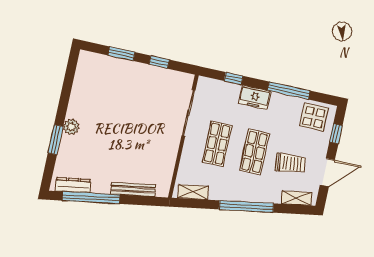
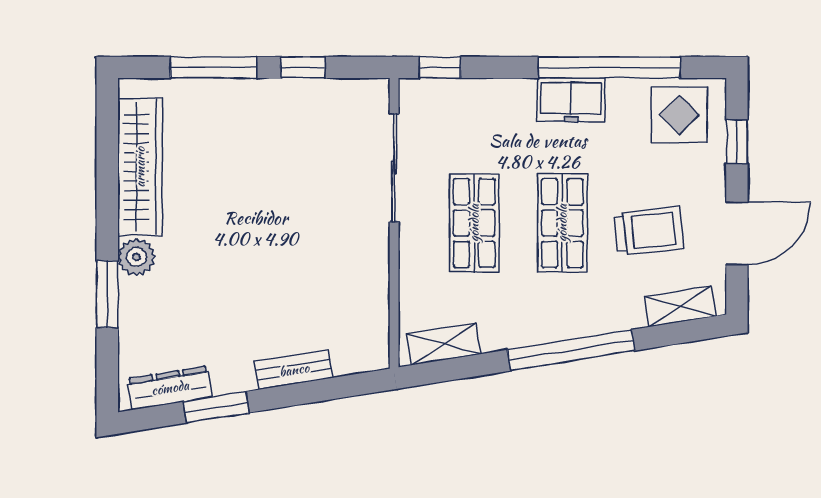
window: (121, 54) -> (213, 67), width x1.44
window: (233, 78) -> (440, 67), moved
wardrobe: (81, 89) -> (140, 167), added
window: (289, 91) -> (609, 67), width x1.46
freezer: (255, 97) -> (571, 100), moved
bench: (133, 189) -> (294, 370), width x0.73
window: (91, 198) -> (216, 407), width x0.47

